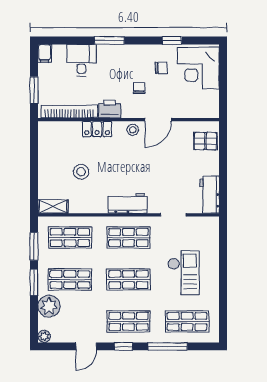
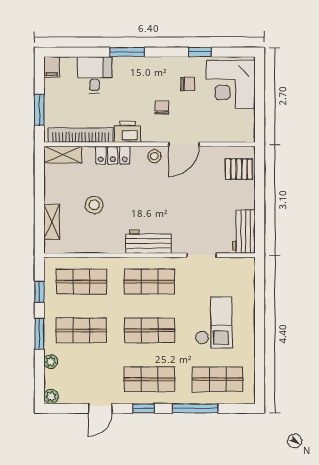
shelving: (54, 128) -> (63, 155), added
shelving: (53, 207) -> (52, 222), moved, turned 90
window: (34, 246) -> (39, 292), width x0.67
plant: (49, 306) -> (51, 362), width x0.53, depth x0.53

